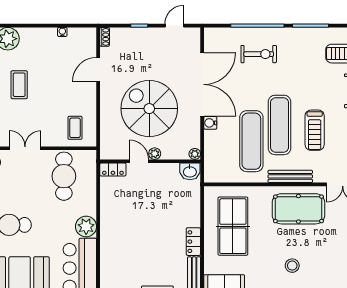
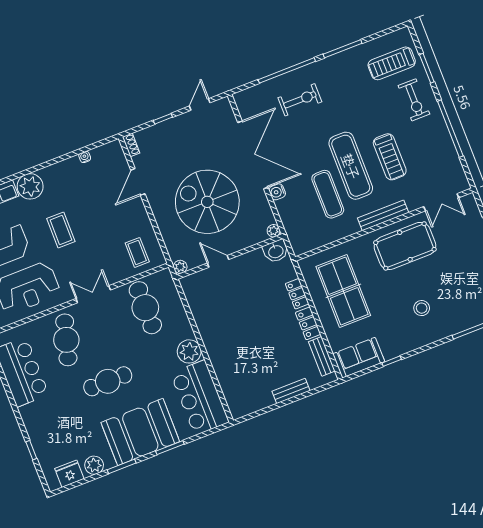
exercise mat: (251, 141) -> (328, 194), width x0.73, depth x0.69
plant: (155, 154) -> (180, 267), moved
locker: (113, 170) -> (297, 294), moved, turned 90

